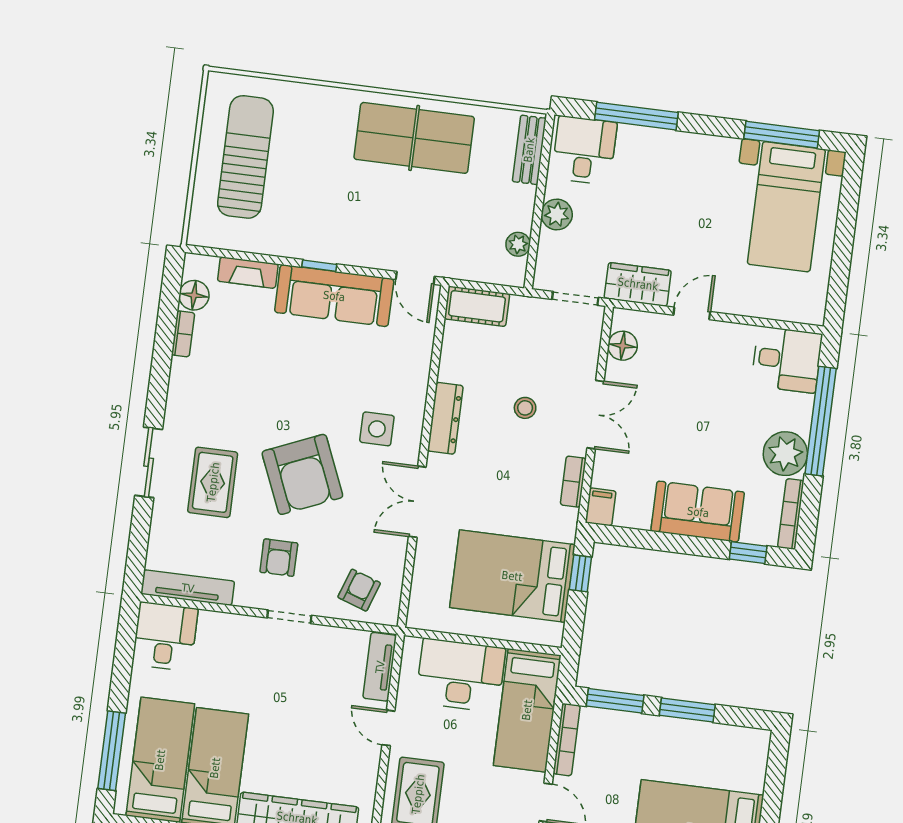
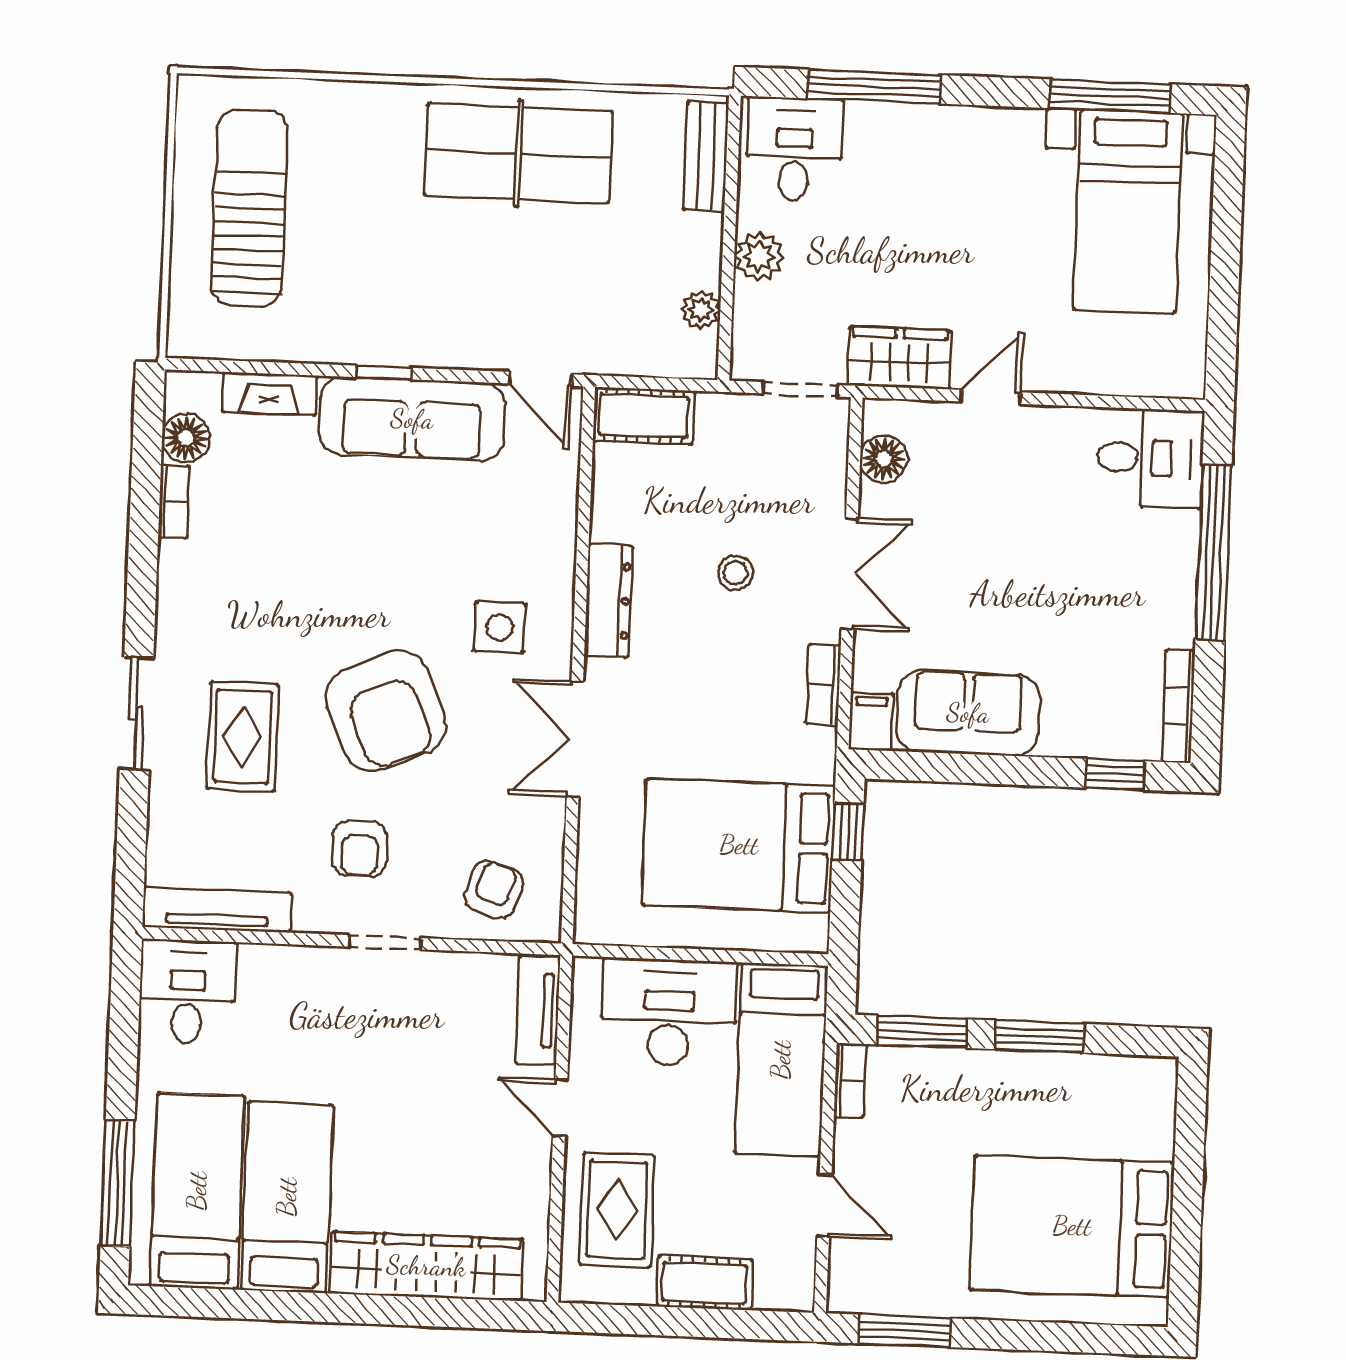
plant: (785, 454) -> (1161, 610), removed
sofa: (698, 512) -> (968, 713), moved
bookcase: (567, 740) -> (850, 1080), width x0.64

